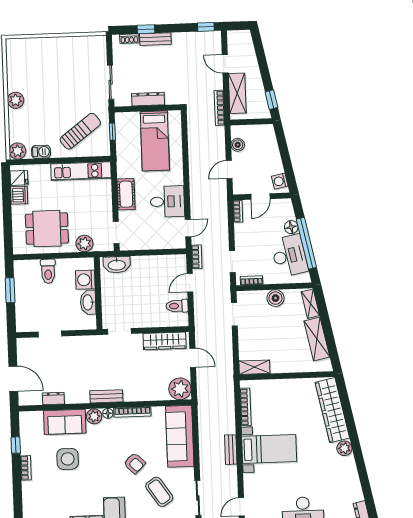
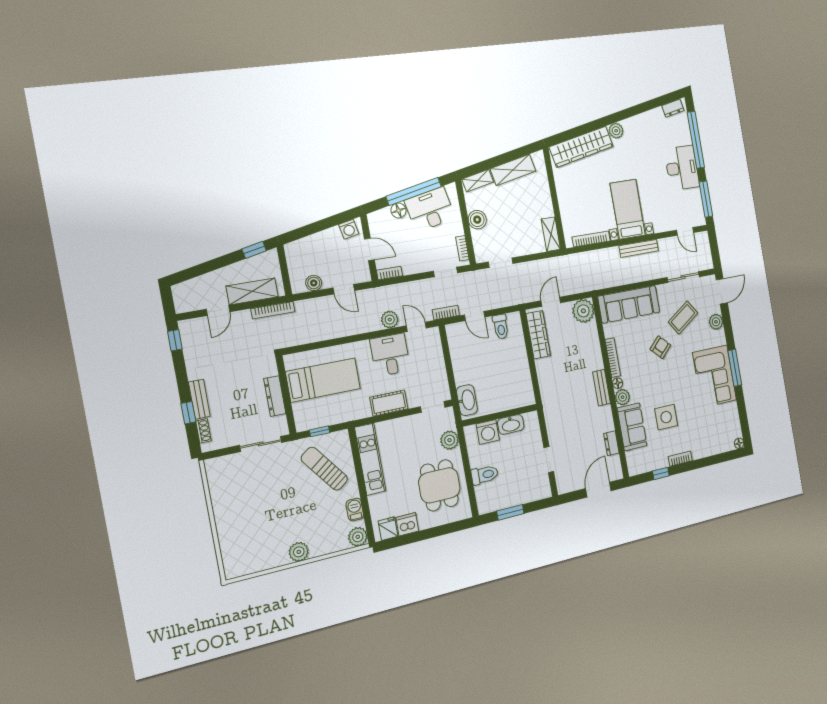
plant: (198, 206) -> (390, 320), added
doorway: (119, 331) -> (536, 385), removed
bench: (231, 450) -> (639, 248), width x1.36

